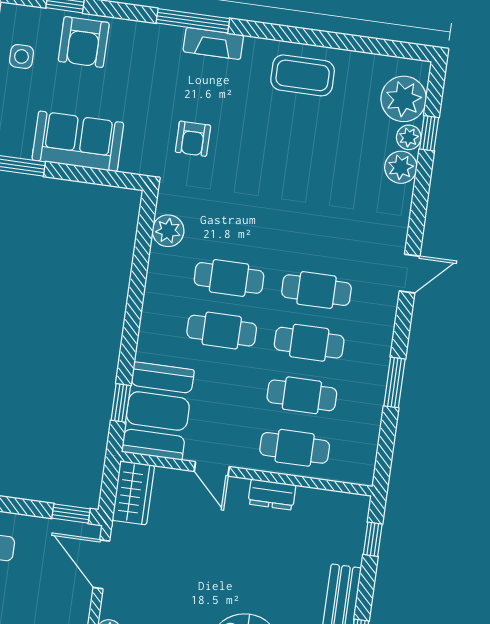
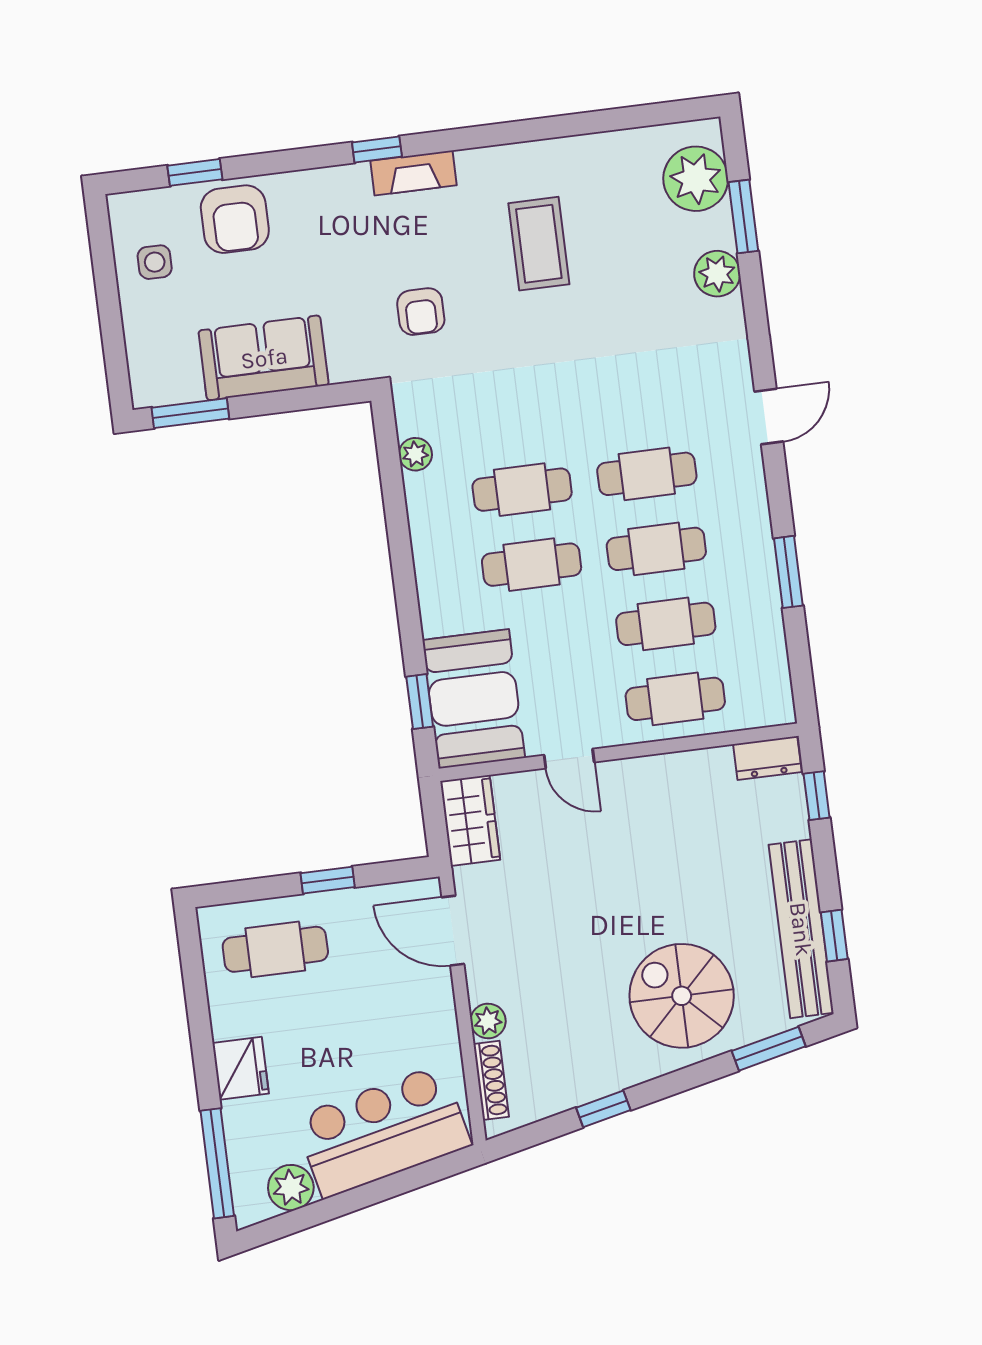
window: (193, 21) -> (377, 149), width x0.46
coffee table: (303, 75) -> (539, 244), moved, turned 90
window: (429, 133) -> (743, 216), width x1.50
plant: (409, 137) -> (717, 230), removed
plant: (168, 231) -> (415, 454), width x0.73, depth x0.73
dresser: (272, 495) -> (767, 758), moved
window: (71, 513) -> (328, 880), moved

